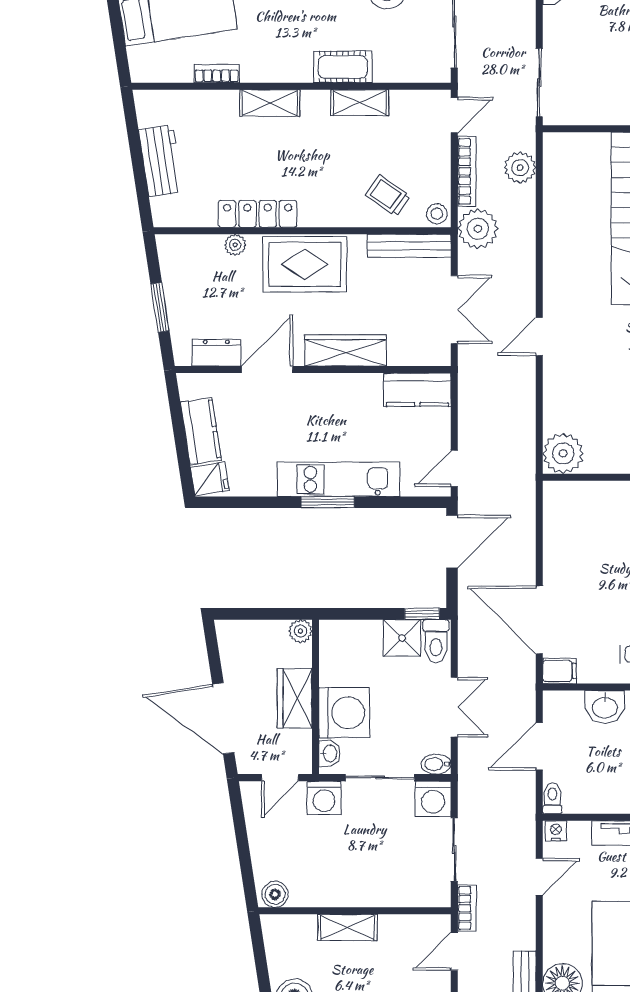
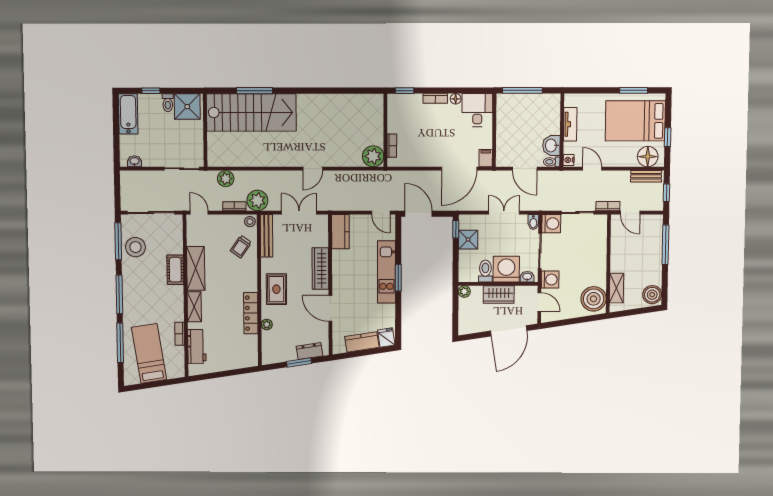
shelving: (360, 103) -> (196, 268), width x1.50, depth x1.33
workbench: (161, 161) -> (197, 346), moved, turned 99
bookcase: (467, 171) -> (234, 206), width x0.64
rug: (305, 264) -> (276, 289), width x0.73, depth x0.70
door: (539, 336) -> (313, 169), hinge flipped
dresser: (216, 353) -> (309, 351), moved, turned 81
bookcase: (584, 490) -> (392, 146), added
toilet: (436, 641) -> (485, 271), moved, turned -90
washbasin: (605, 707) -> (551, 145), moved, turned 180
boiler: (275, 894) -> (594, 299), width x1.86, depth x1.86
shelving: (347, 927) -> (617, 288), moved

